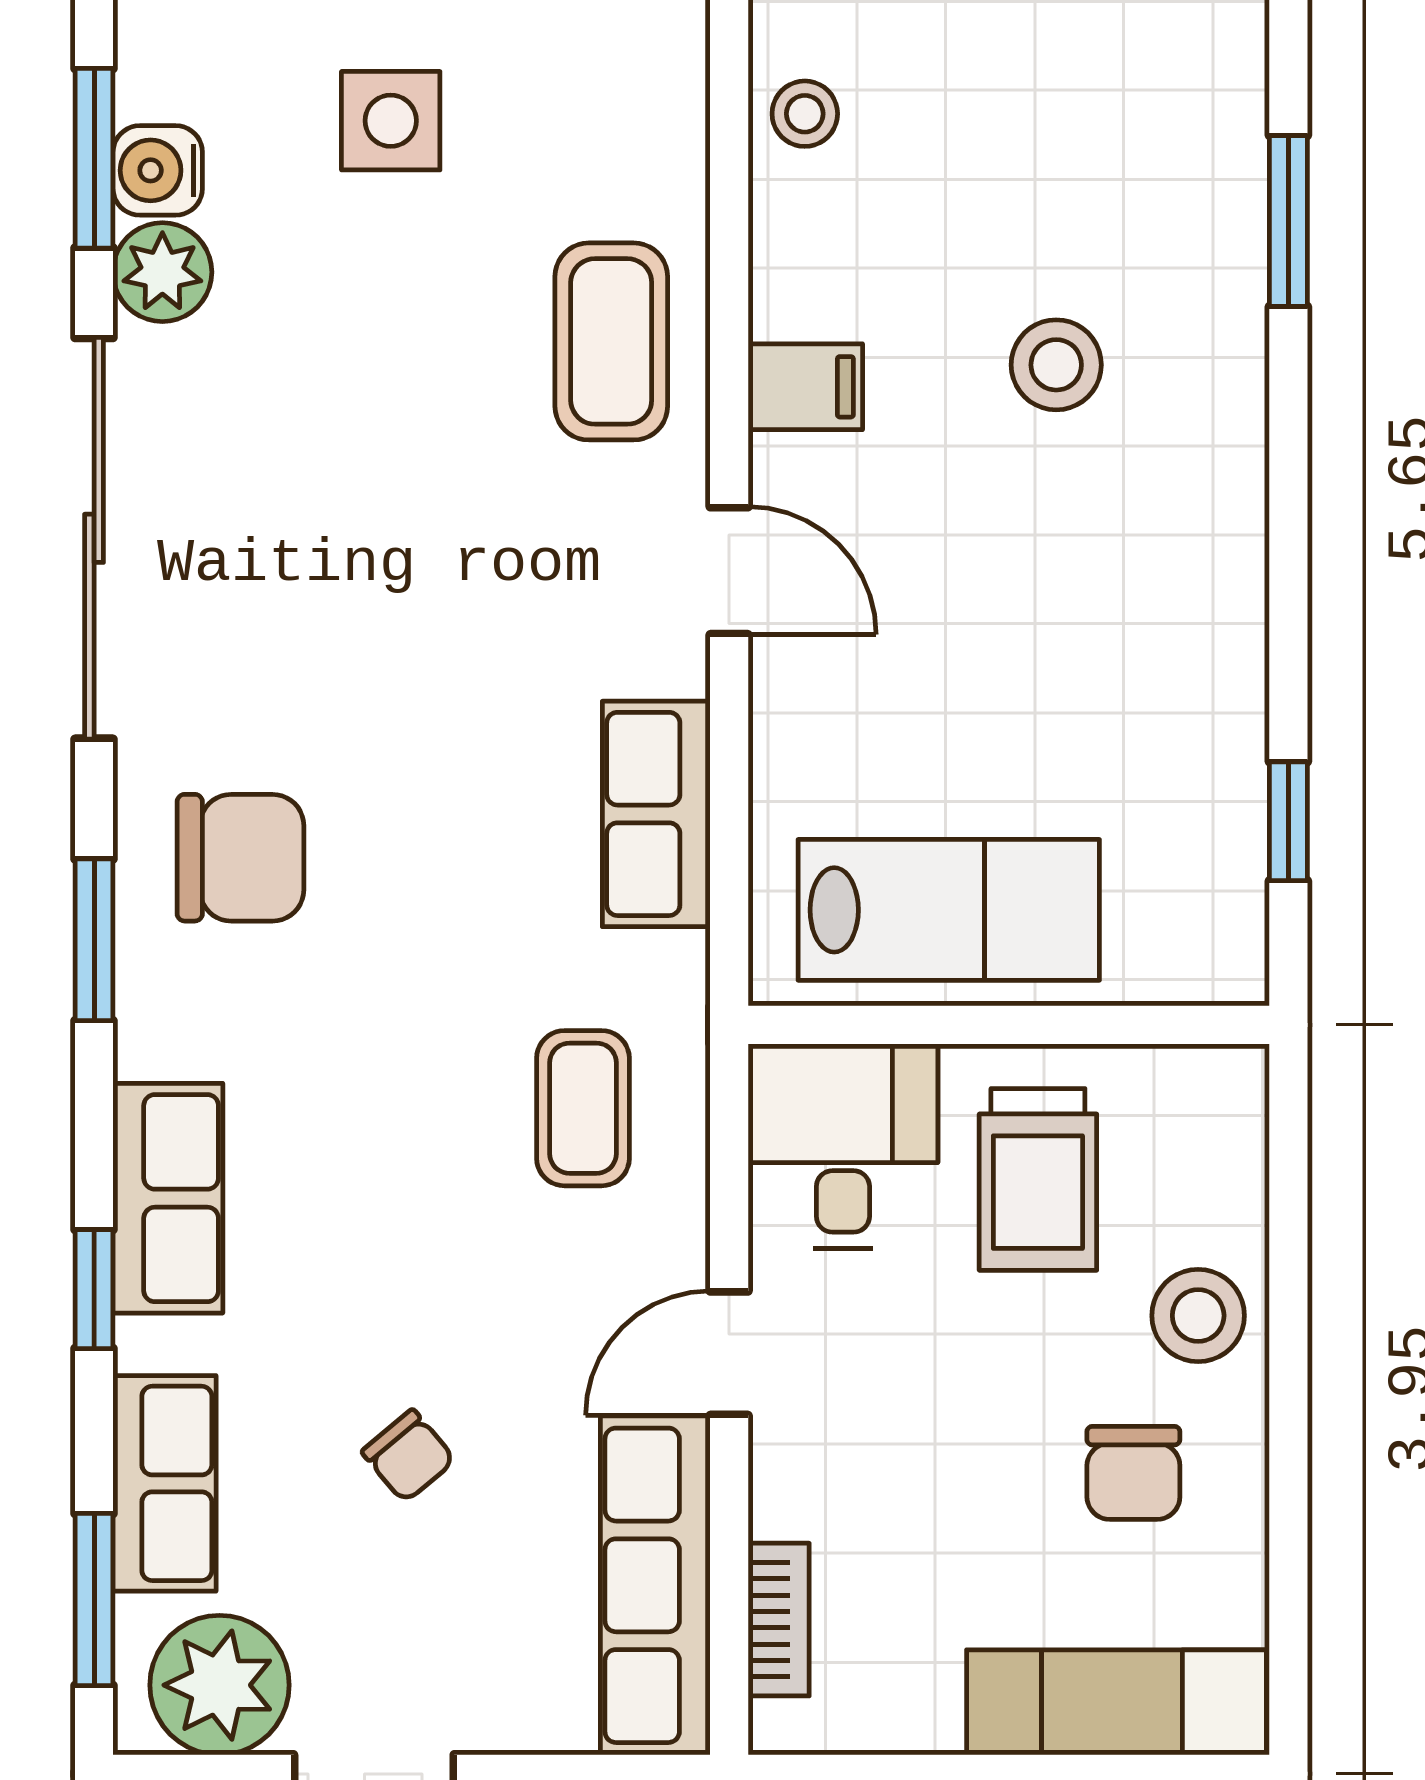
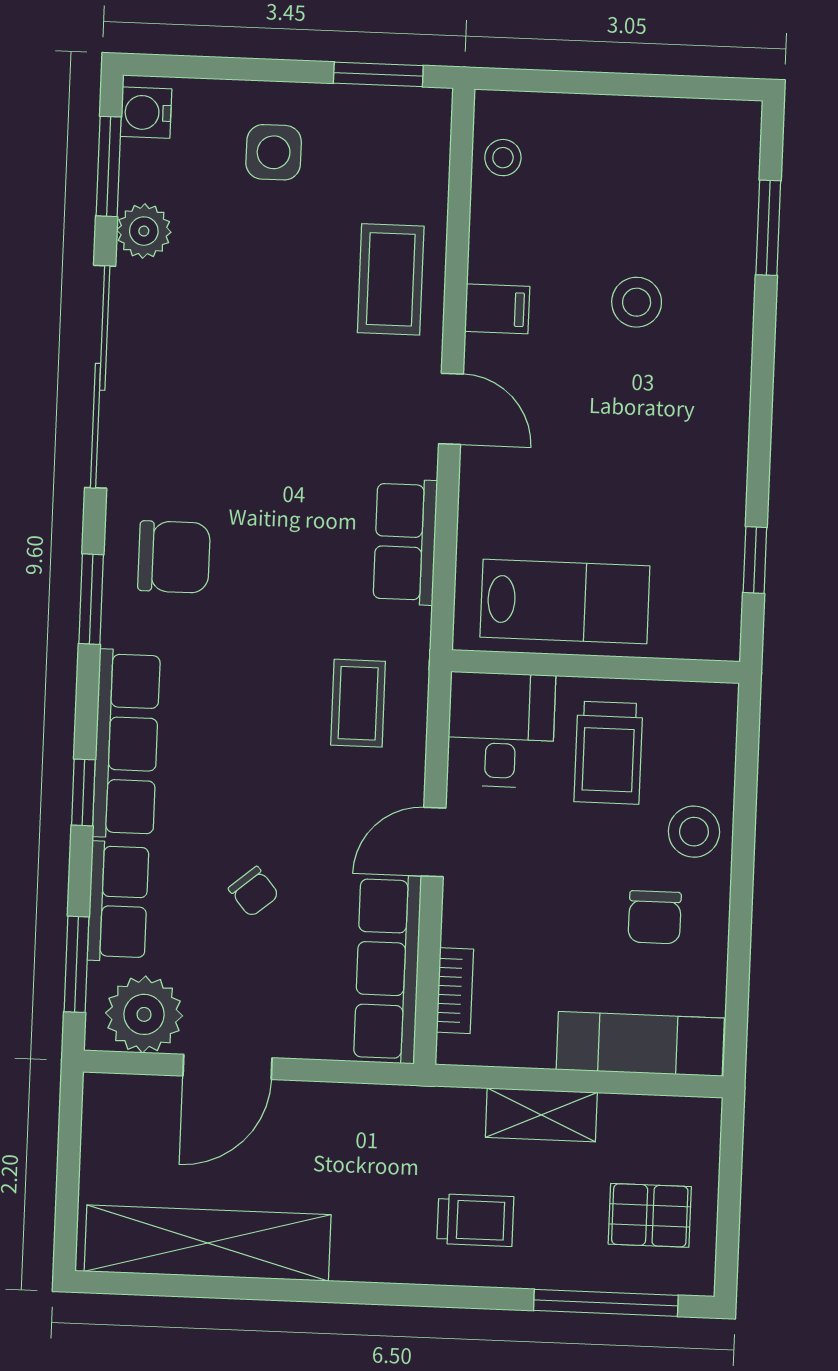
water cooler: (158, 170) -> (146, 113), moved
row of seats: (168, 1198) -> (126, 744), width x1.48

